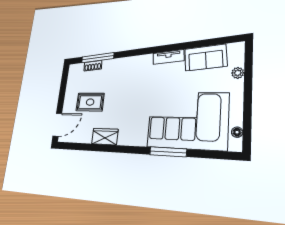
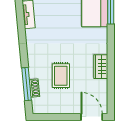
rug: (90, 102) -> (61, 76), moved

